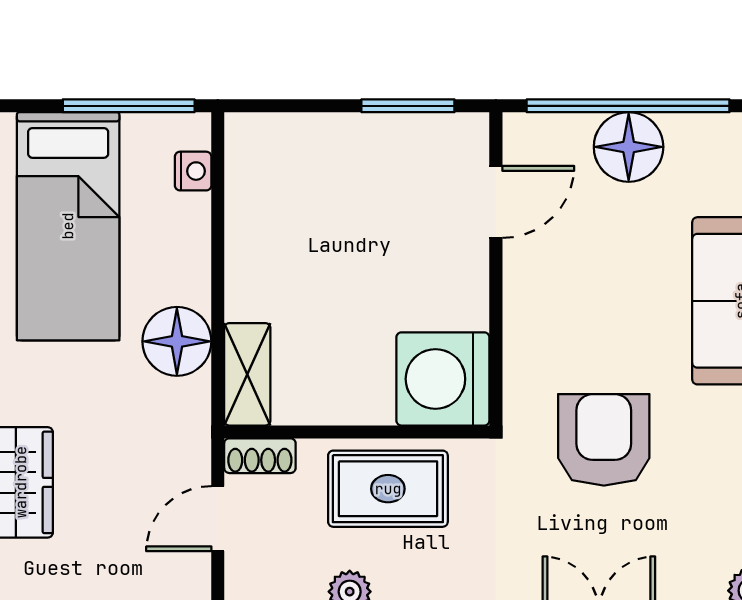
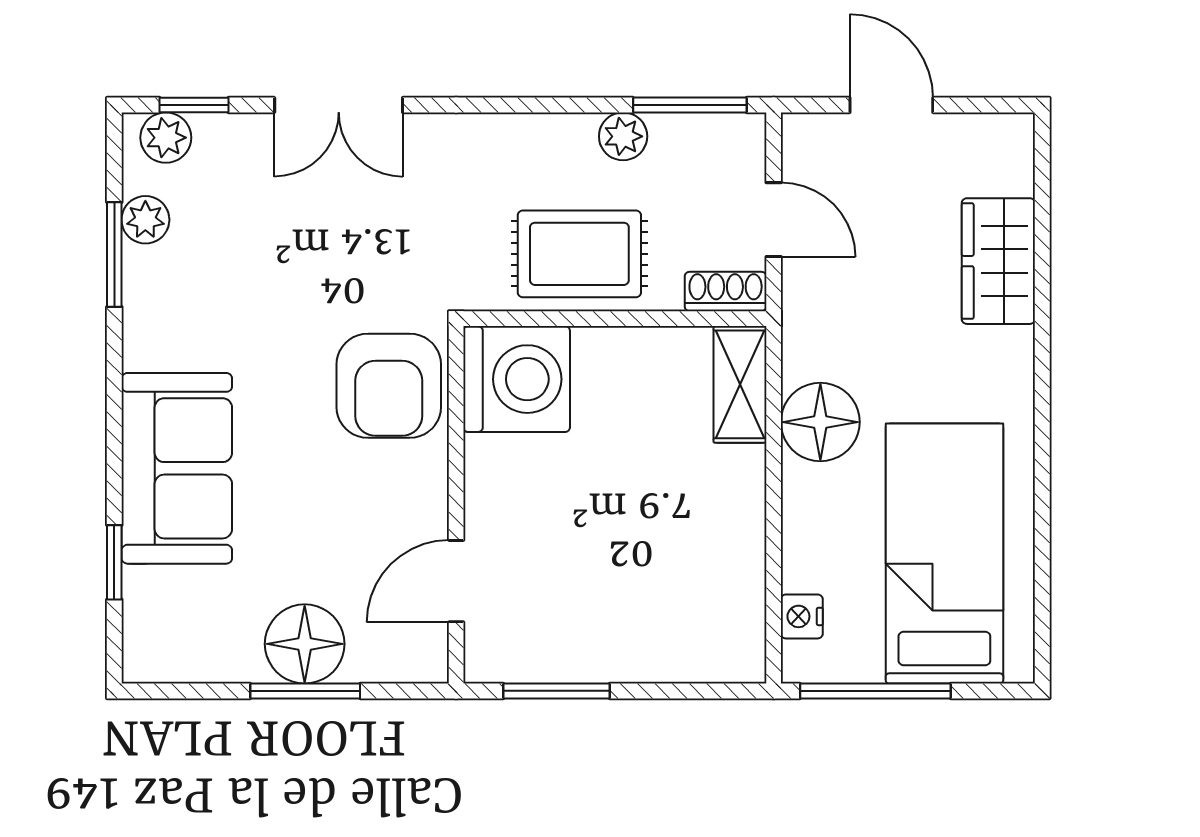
window: (628, 106) -> (305, 691), width x0.47
armchair: (604, 440) -> (389, 386), moved
door: (218, 519) -> (774, 220), hinge flipped

